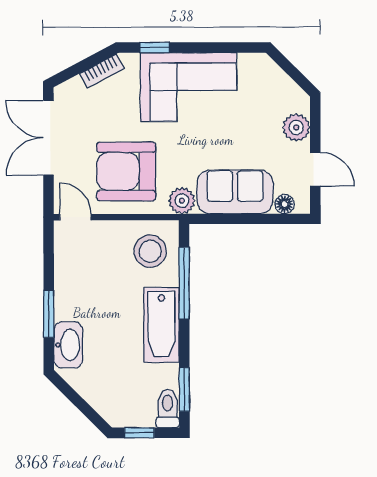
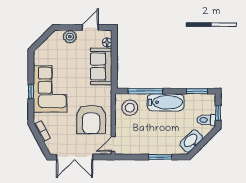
window: (155, 48) -> (31, 91), moved
plant: (182, 201) -> (105, 92), removed
washbasin: (68, 345) -> (191, 141), moved, turned -45
toilet: (168, 408) -> (206, 120), moved

